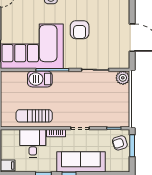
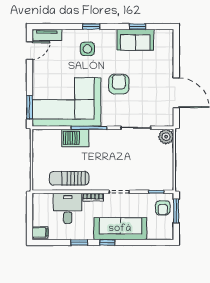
armchair: (80, 30) -> (119, 84), turned 180
armchair: (120, 143) -> (163, 208), turned -72

